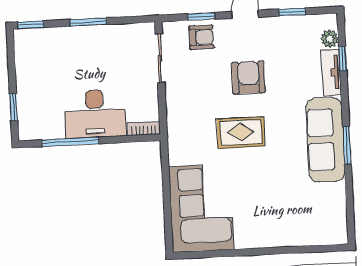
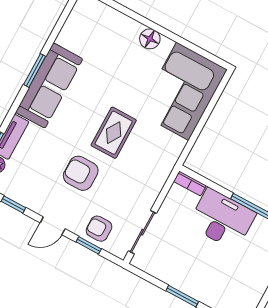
armchair: (248, 77) -> (81, 173), turned 90
rug: (241, 132) -> (114, 133), turned 90
floor lamp: (260, 238) -> (150, 39), added

